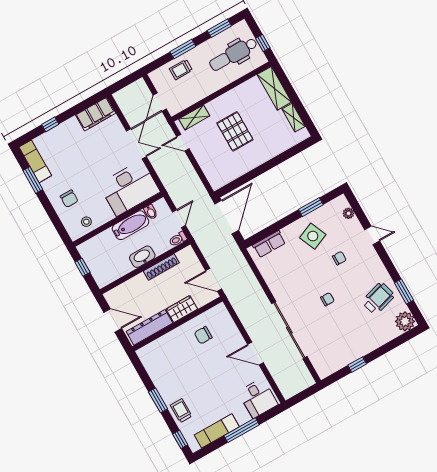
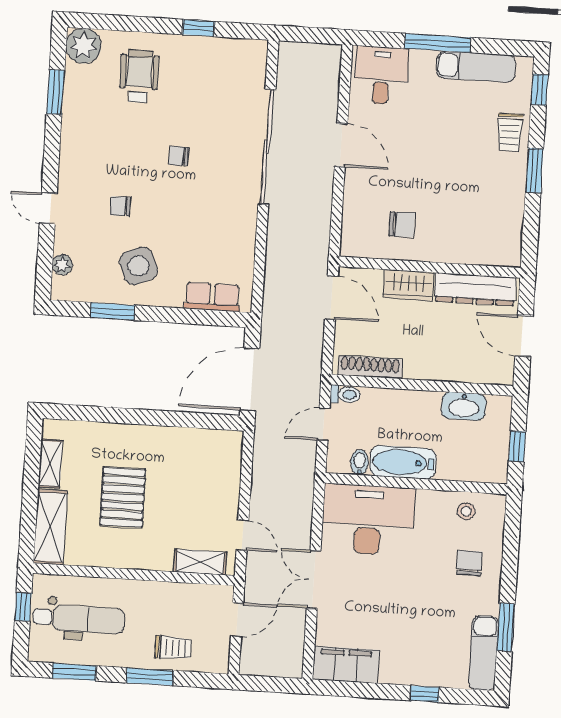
pallet: (235, 131) -> (123, 497), moved
washbasin: (142, 257) -> (464, 406), moved
shoe rack: (161, 267) -> (370, 367), moved
wheelchair: (378, 299) -> (139, 76), moved, turned 106

